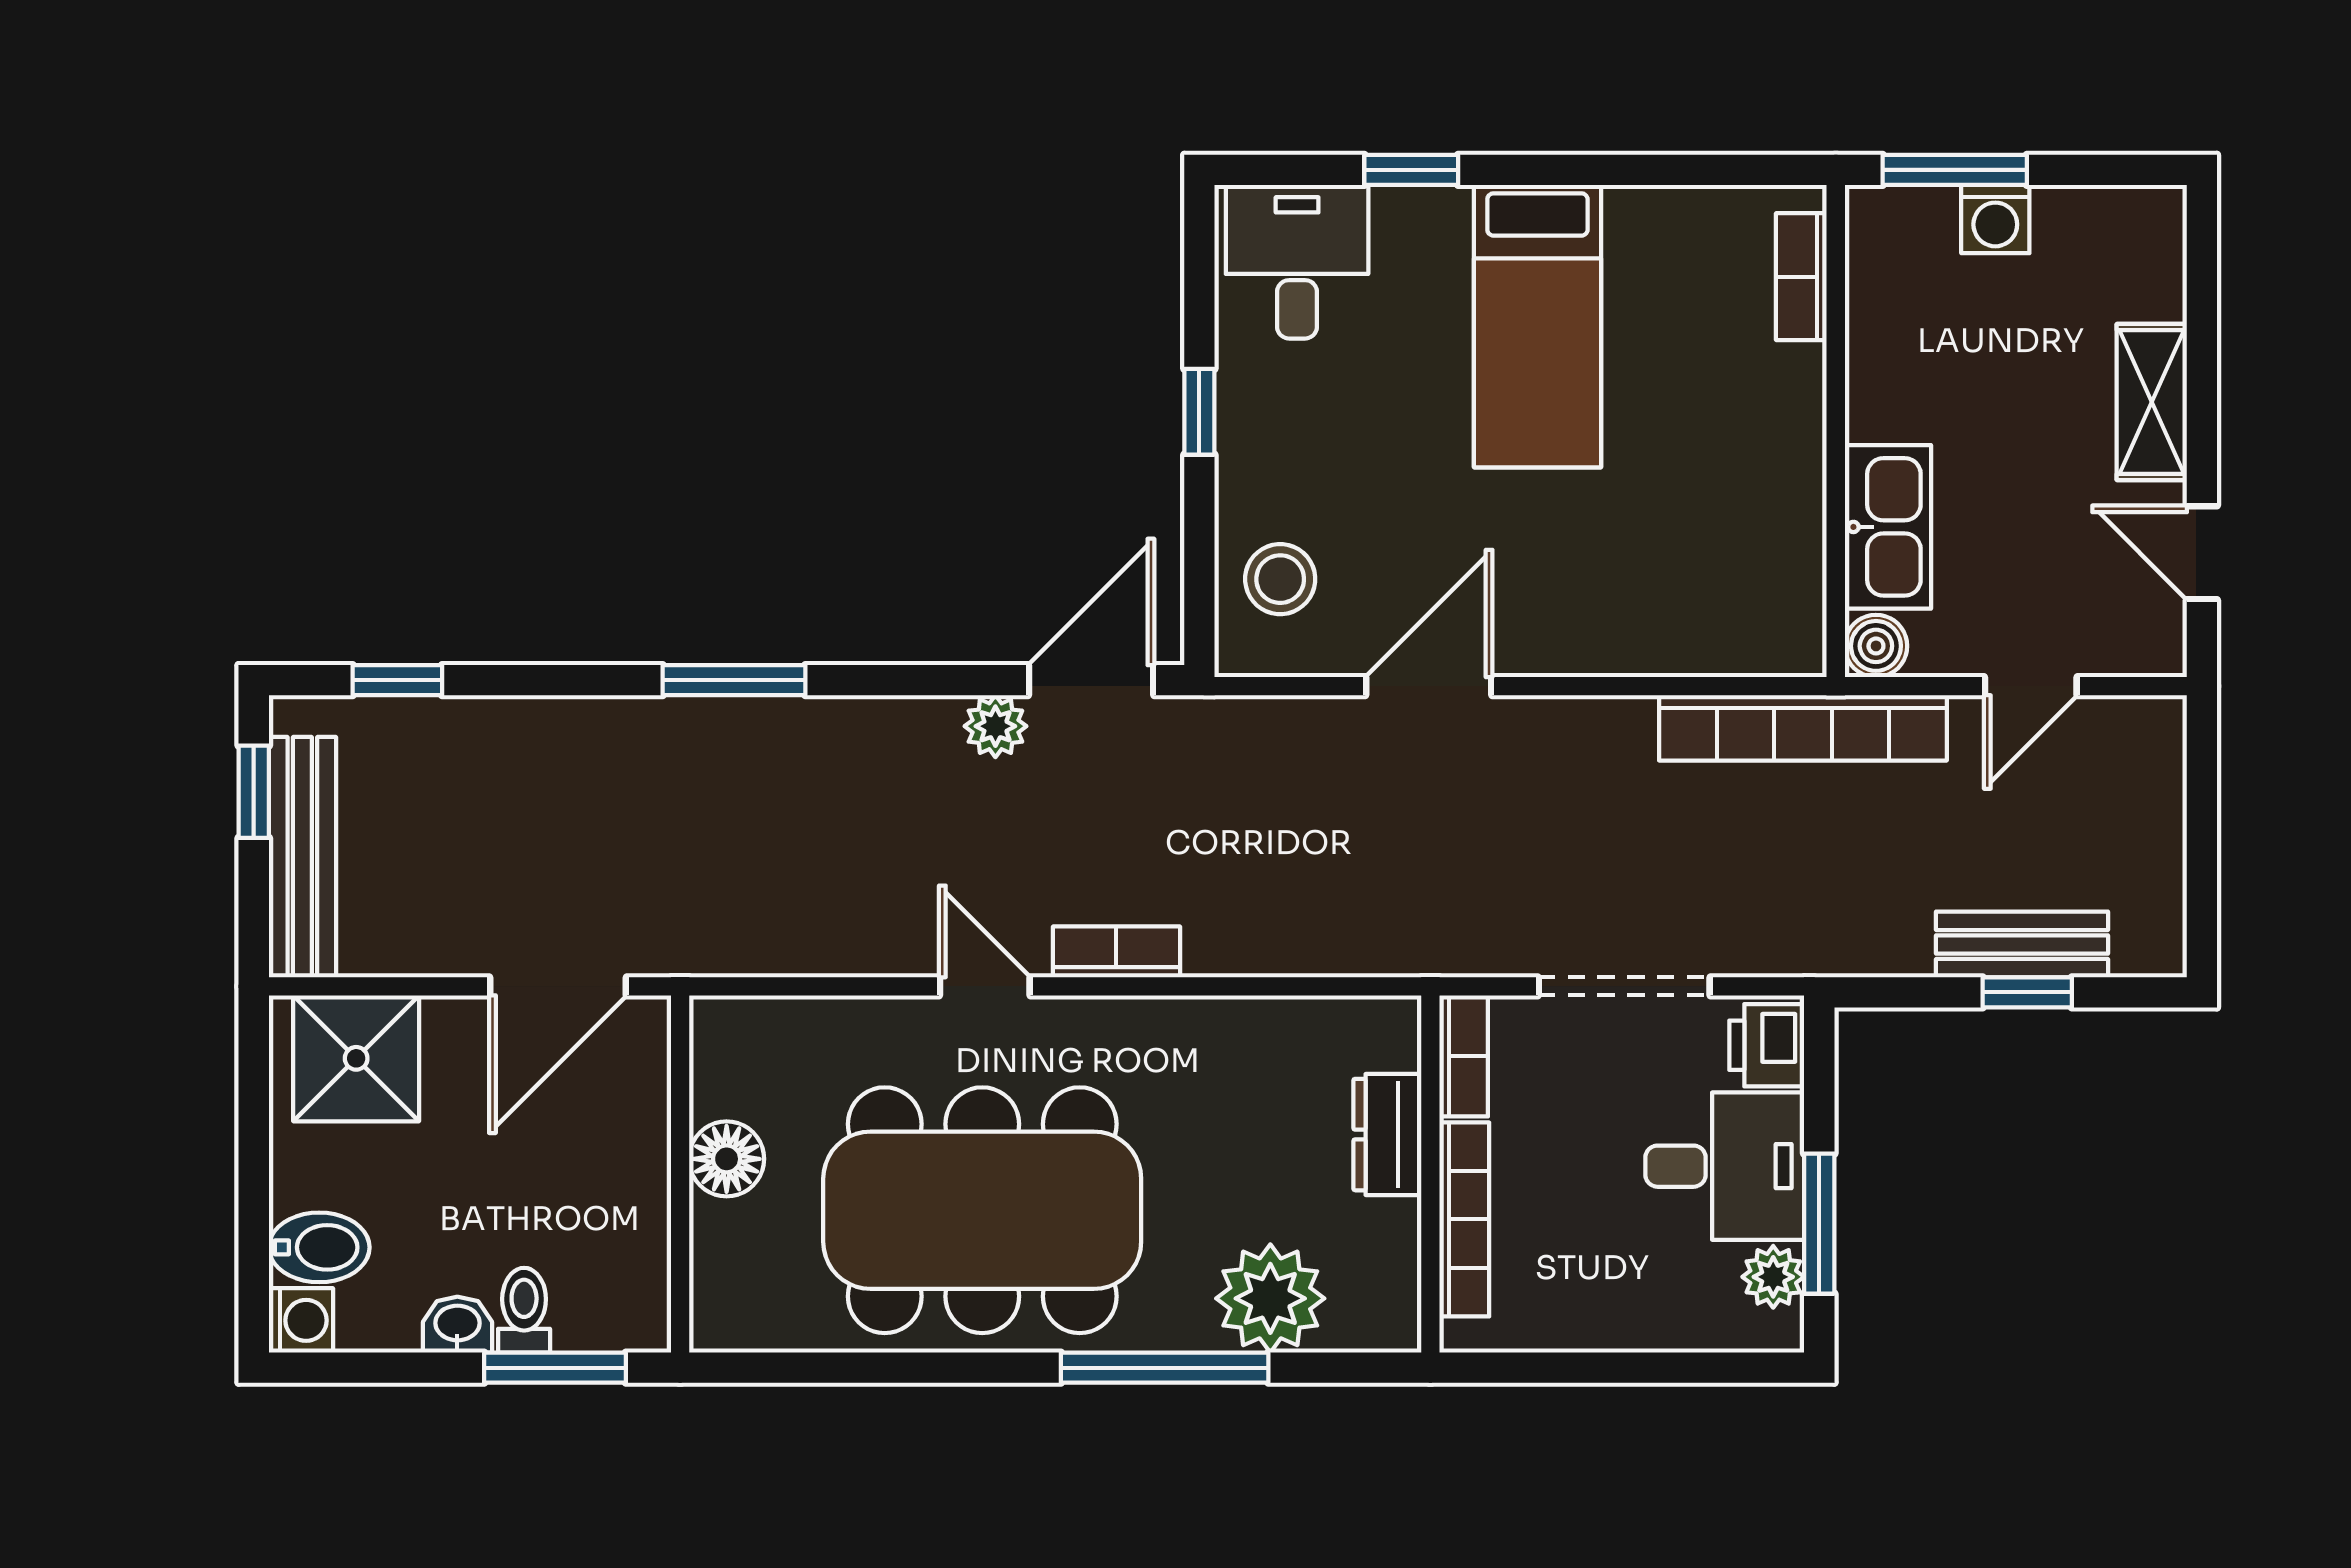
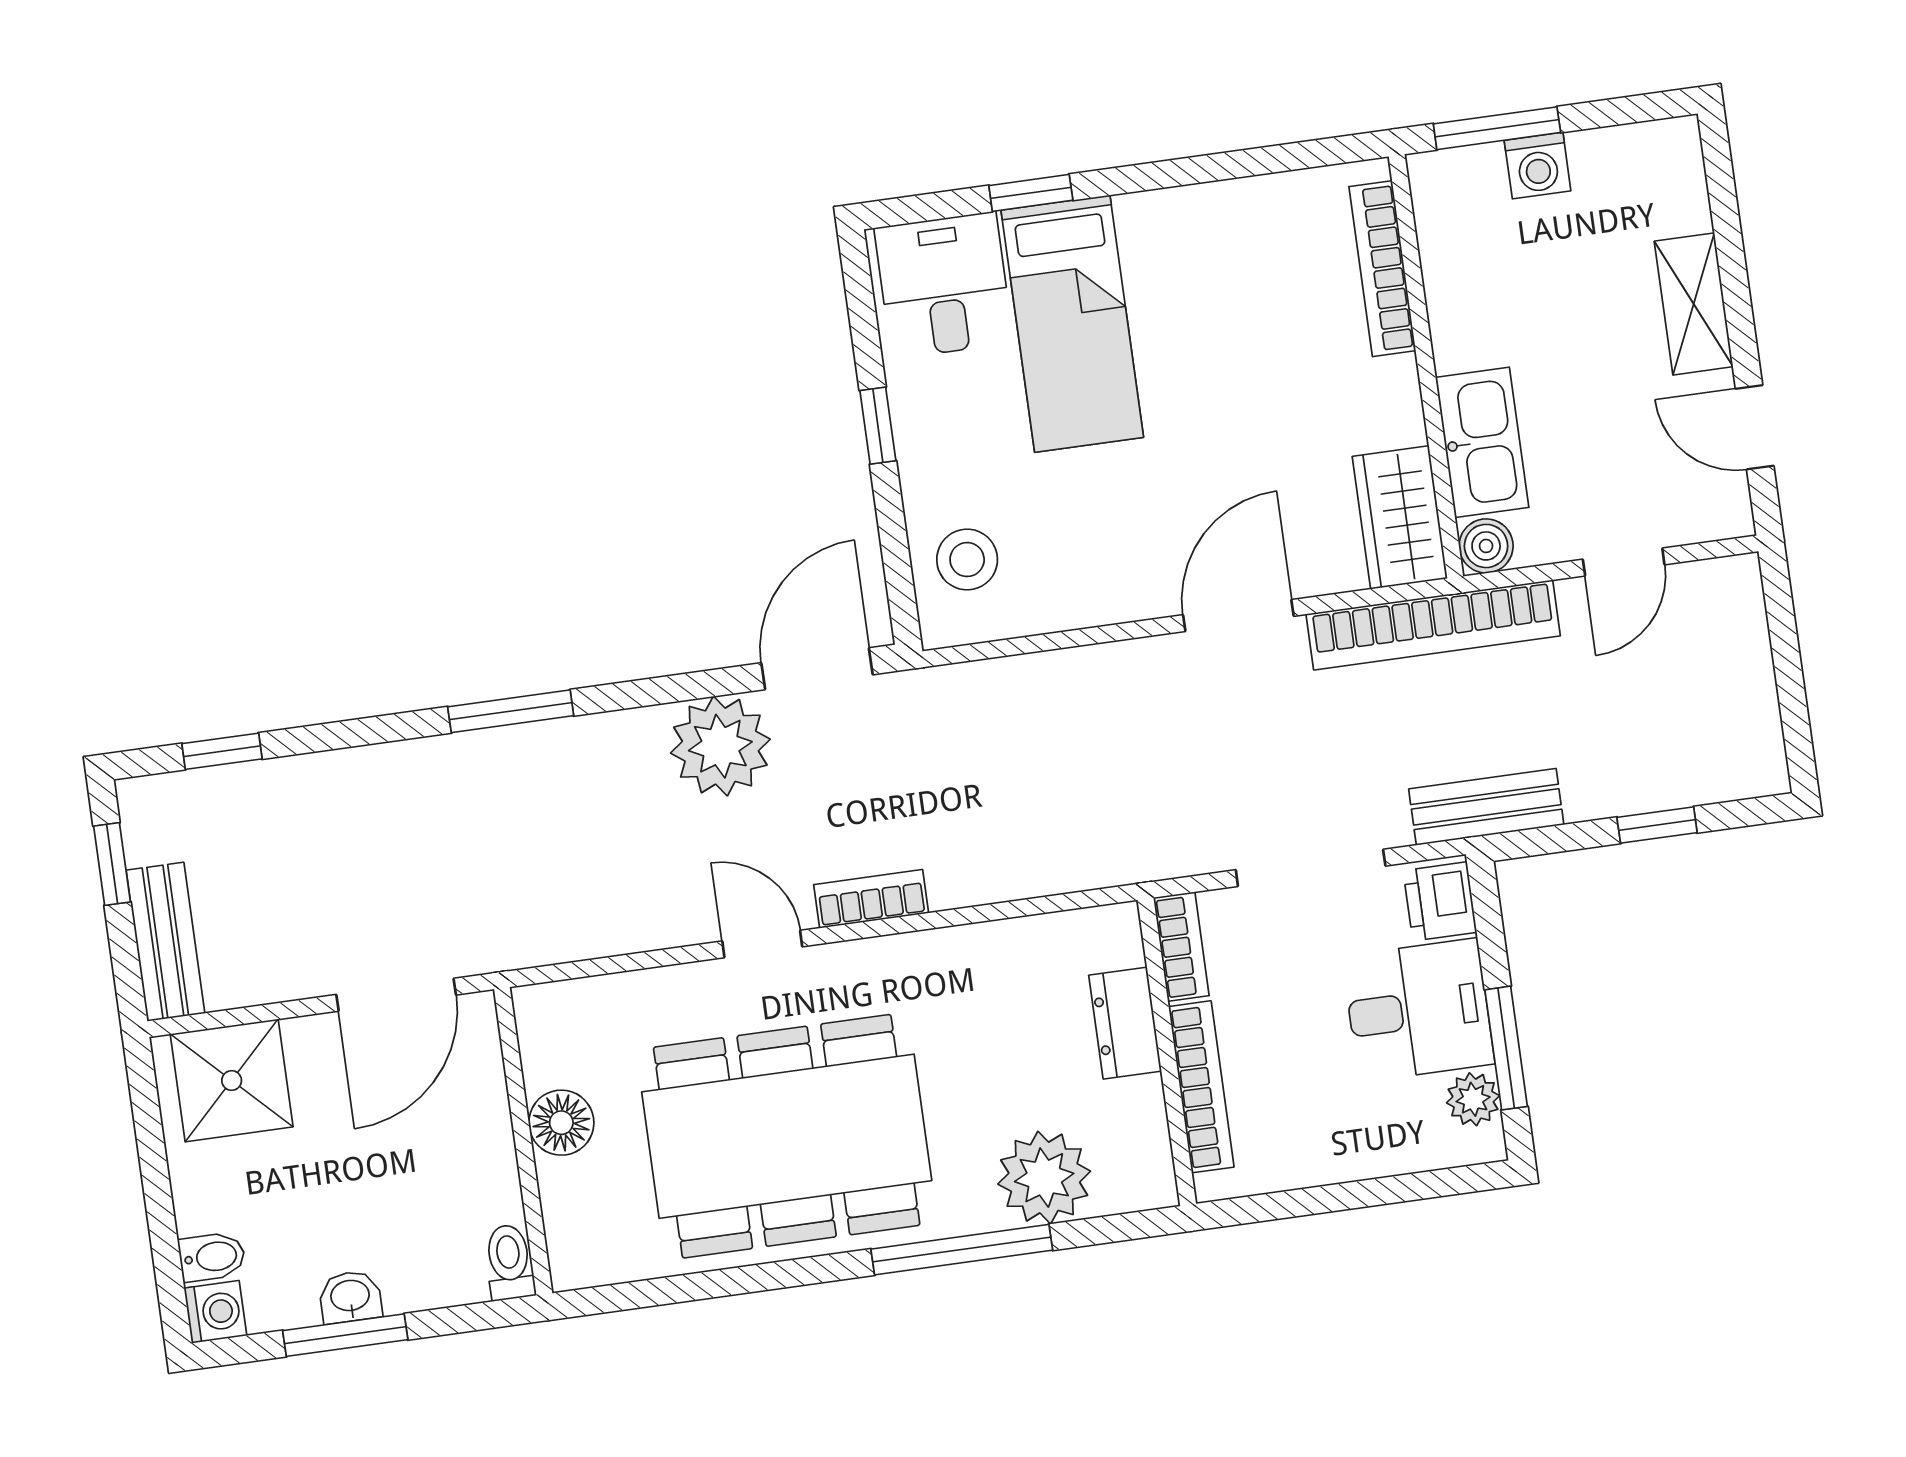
bookcase: (1801, 277) -> (1382, 269), width x1.56
bed: (1537, 326) -> (1072, 324), moved
wardrobe: (1782, 600) -> (1400, 517), added
door: (1429, 686) -> (1238, 615), moved
plant: (995, 726) -> (720, 746), width x1.87, depth x1.87
bench: (302, 857) -> (165, 942), width x0.73
bench: (2022, 944) -> (1486, 807), moved
bidet: (319, 1247) -> (212, 1257), width x0.72, depth x0.74
toilet: (524, 1310) -> (509, 1262), moved
window: (555, 1368) -> (345, 1335), moved

